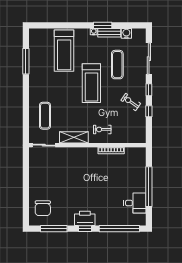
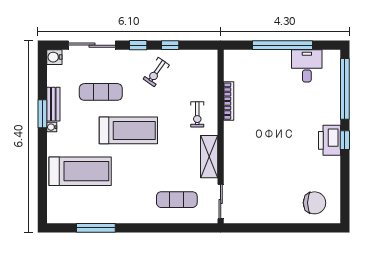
water cooler: (126, 33) -> (54, 57), moved
window: (54, 229) -> (345, 186), removed

